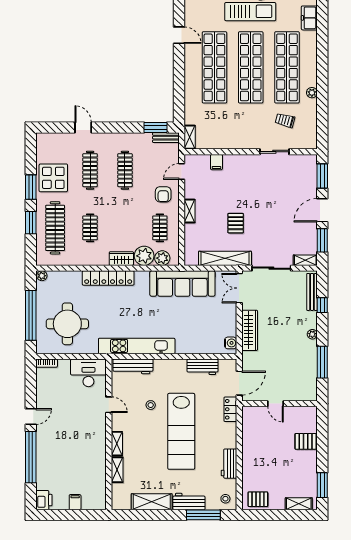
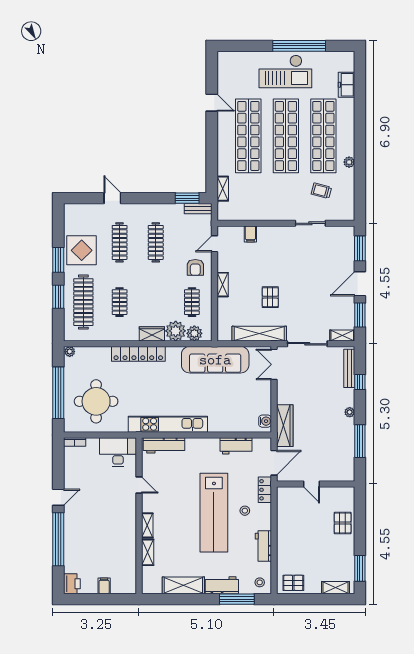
shelving: (190, 137) -> (223, 189), moved
wardrobe: (250, 330) -> (285, 426), moved
stool: (151, 405) -> (245, 511), moved
pallet: (306, 441) -> (343, 523), turned 90

